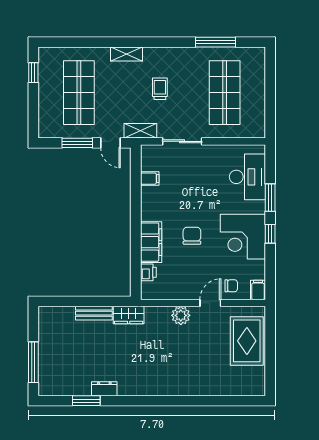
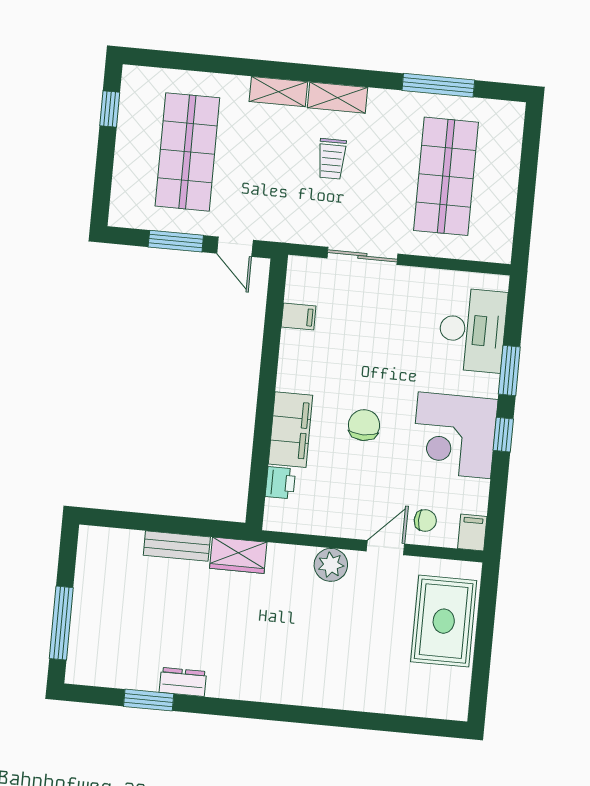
trolley: (160, 89) -> (332, 159), turned 180
shelving: (140, 131) -> (338, 98), moved

